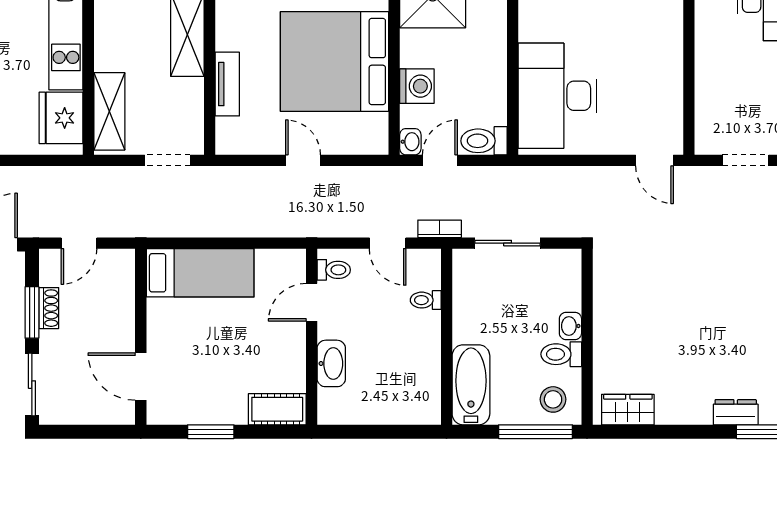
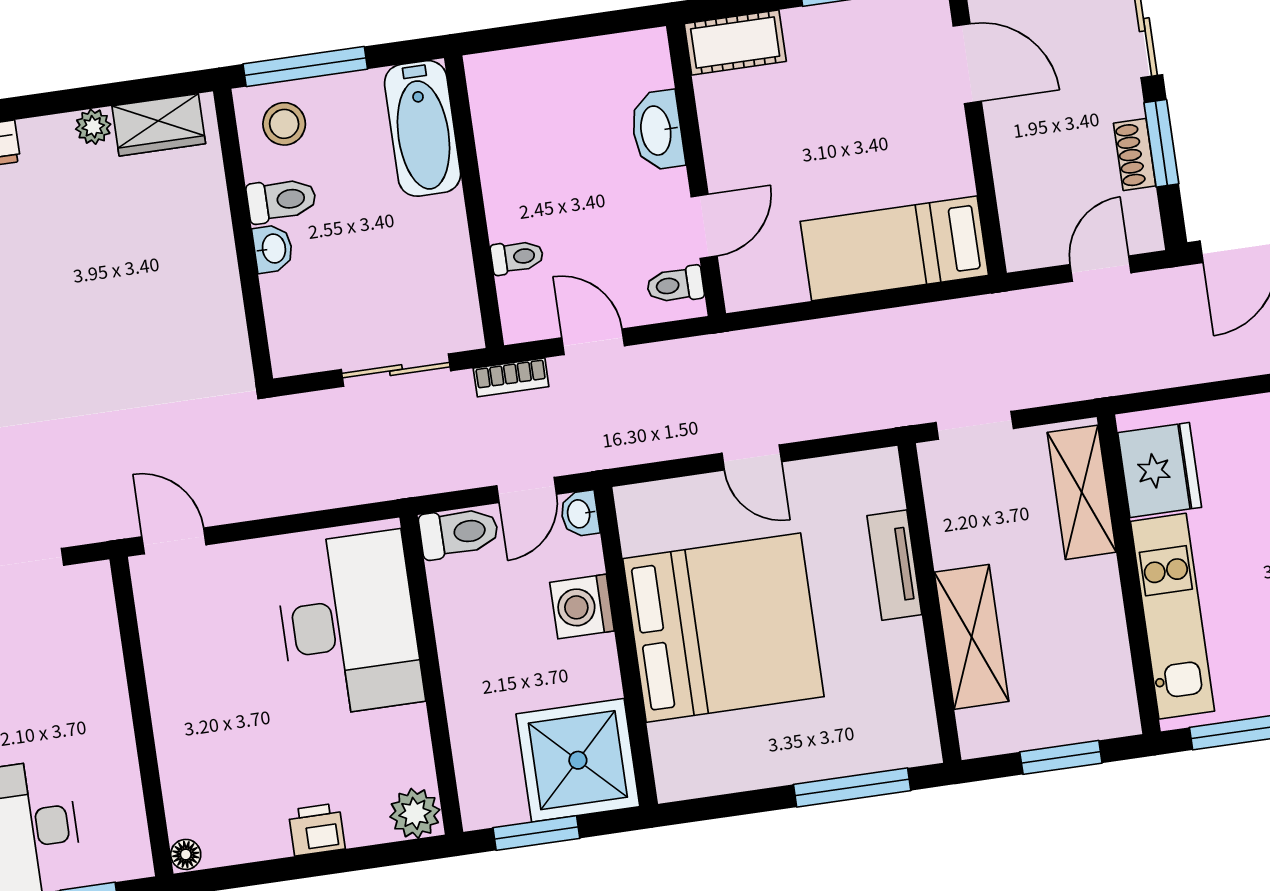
plant: (667, 414) -> (93, 127), added

